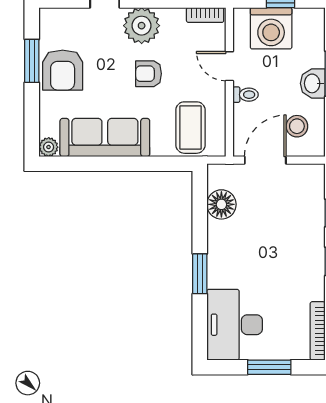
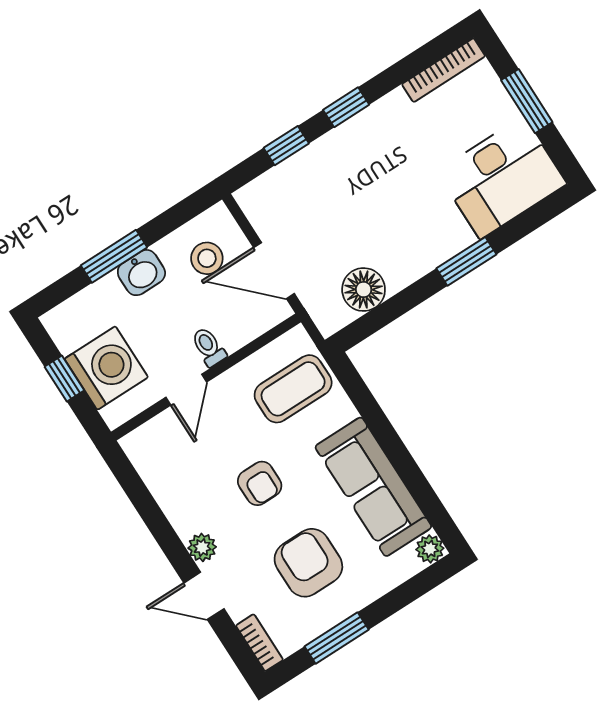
bookcase: (205, 15) -> (259, 643), moved
plant: (142, 26) -> (202, 547), width x0.53, depth x0.53
armchair: (63, 70) -> (308, 563), moved, turned -90

